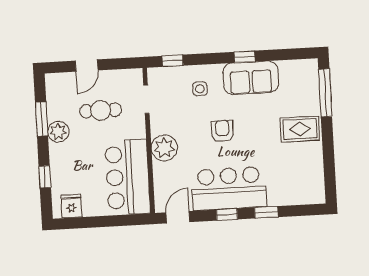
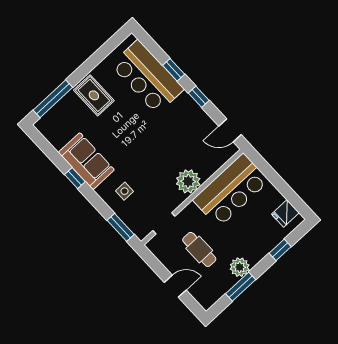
window: (173, 61) -> (121, 227), width x1.50
armchair: (222, 131) -> (141, 150), removed
bar counter: (229, 188) -> (147, 77), moved

